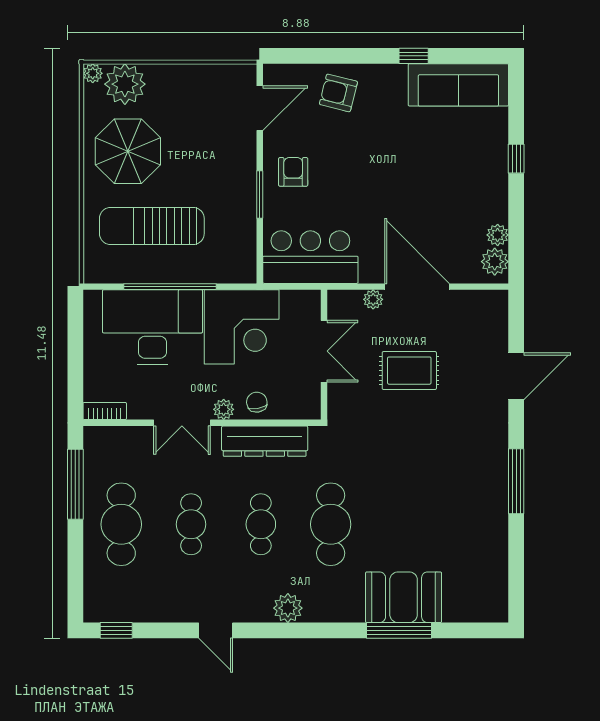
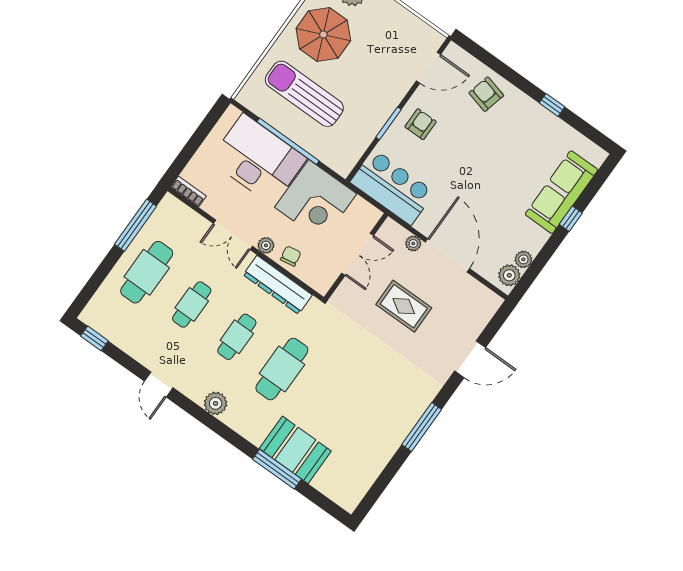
sofa: (458, 85) -> (561, 192), moved, turned 90

